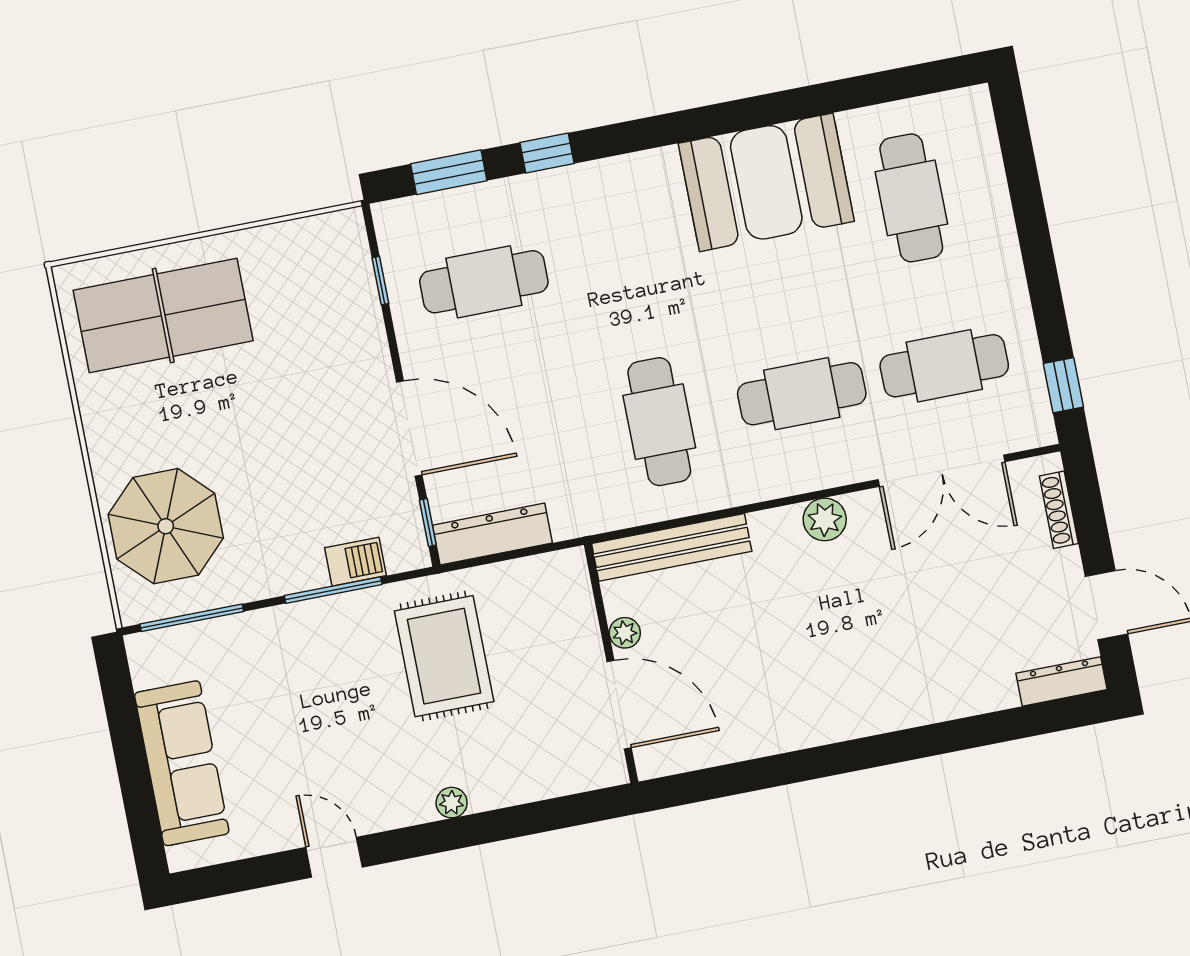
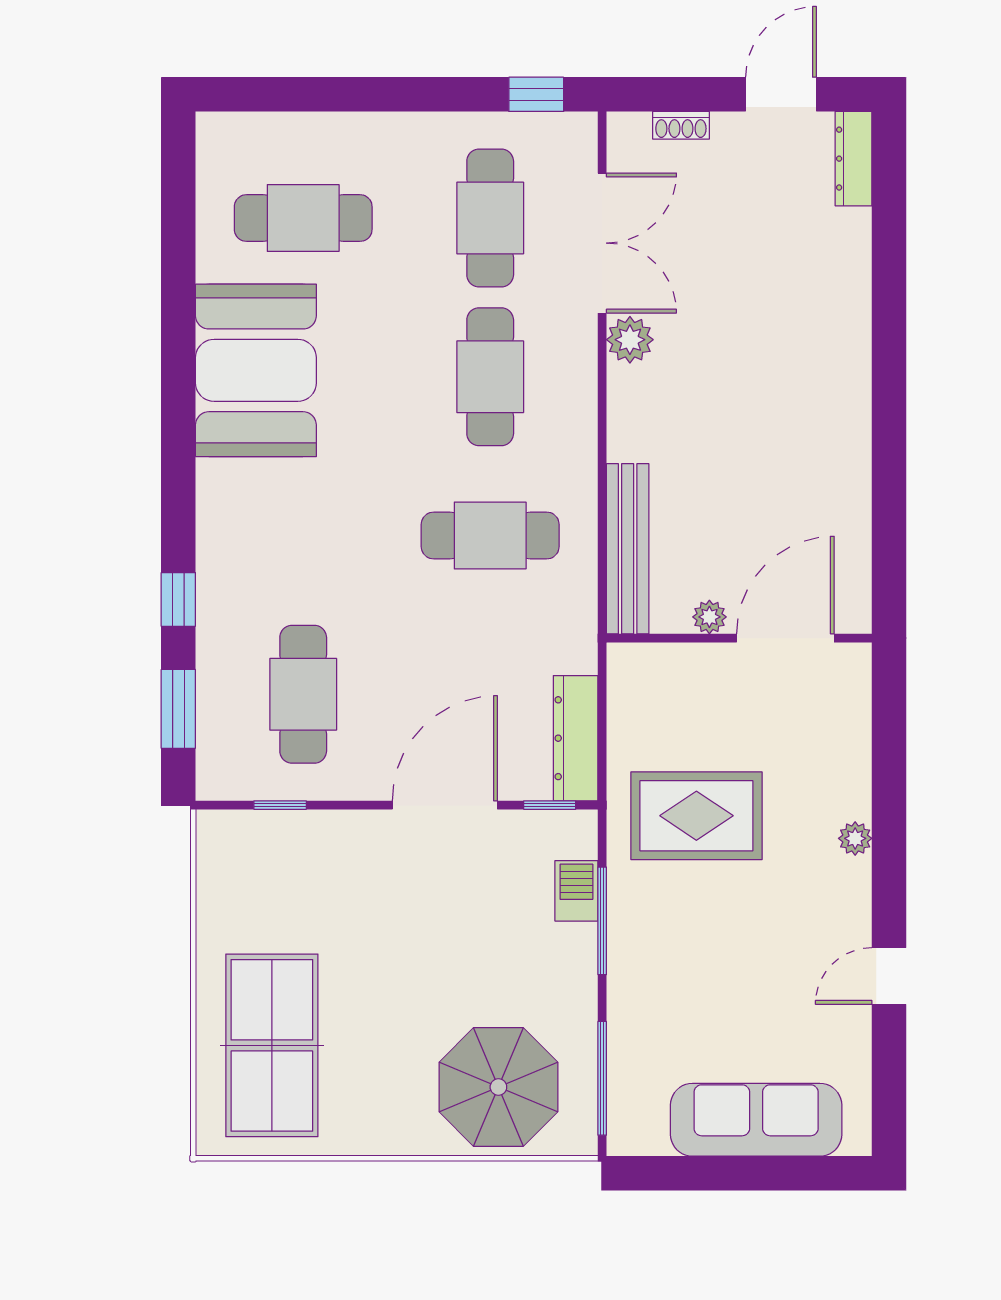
shoe rack: (1059, 510) -> (681, 125), width x0.70
plant: (825, 519) -> (630, 340), moved

